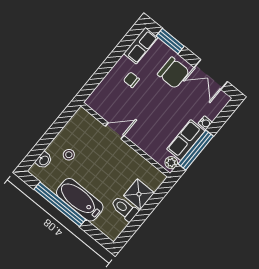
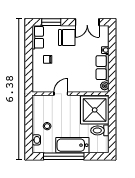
window: (196, 150) -> (112, 69), removed
shower: (139, 194) -> (95, 110), width x1.86, depth x1.86

